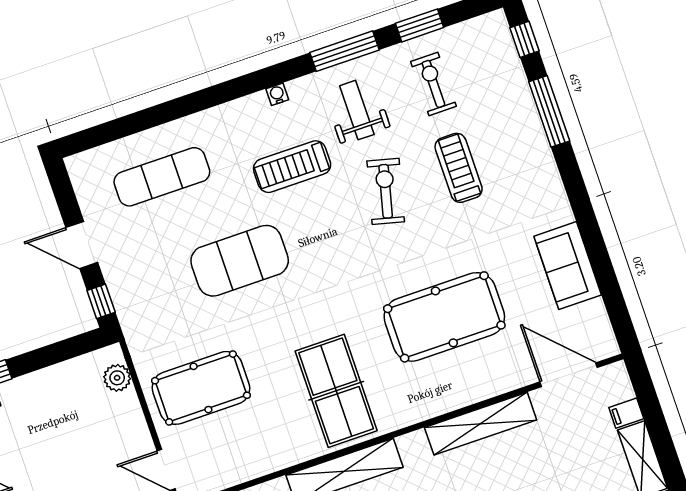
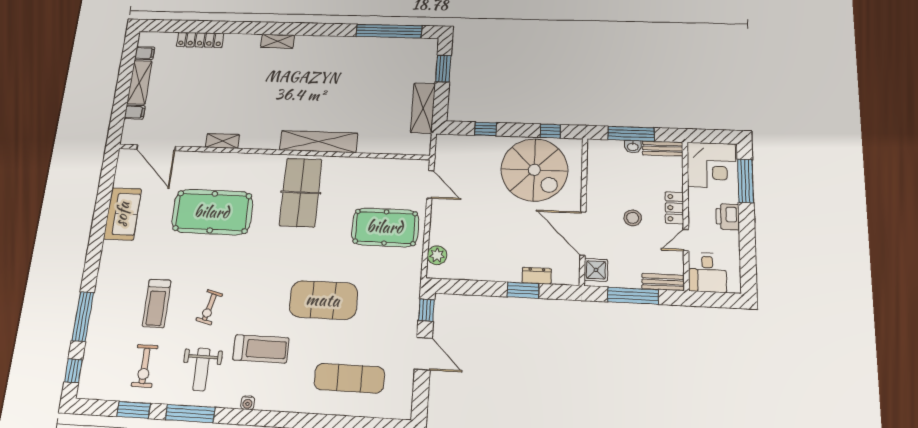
exercise bike: (386, 191) -> (209, 307), width x0.73, depth x0.72
shelving: (481, 424) -> (222, 141), width x0.45, depth x0.75

